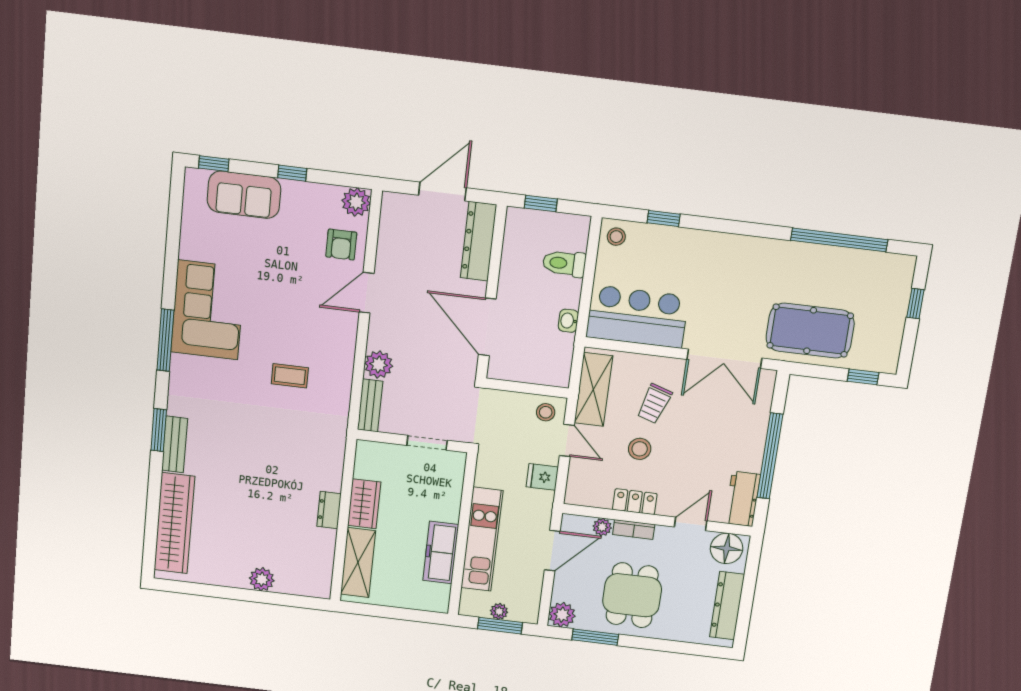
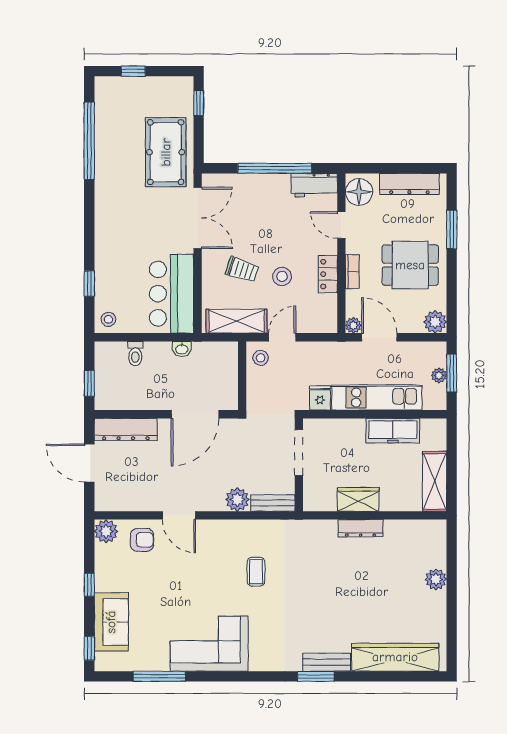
toilet: (564, 263) -> (135, 354), width x0.73, depth x0.72
window: (165, 340) -> (159, 676), moved
doorway: (427, 443) -> (299, 453), width x1.38
fridge: (542, 477) -> (320, 398), moved, turned 180
dresser: (329, 510) -> (361, 528), width x1.44
plant: (602, 527) -> (353, 325), moved
shelving: (358, 563) -> (435, 481), moved, turned 90
window: (595, 637) -> (452, 230), moved

